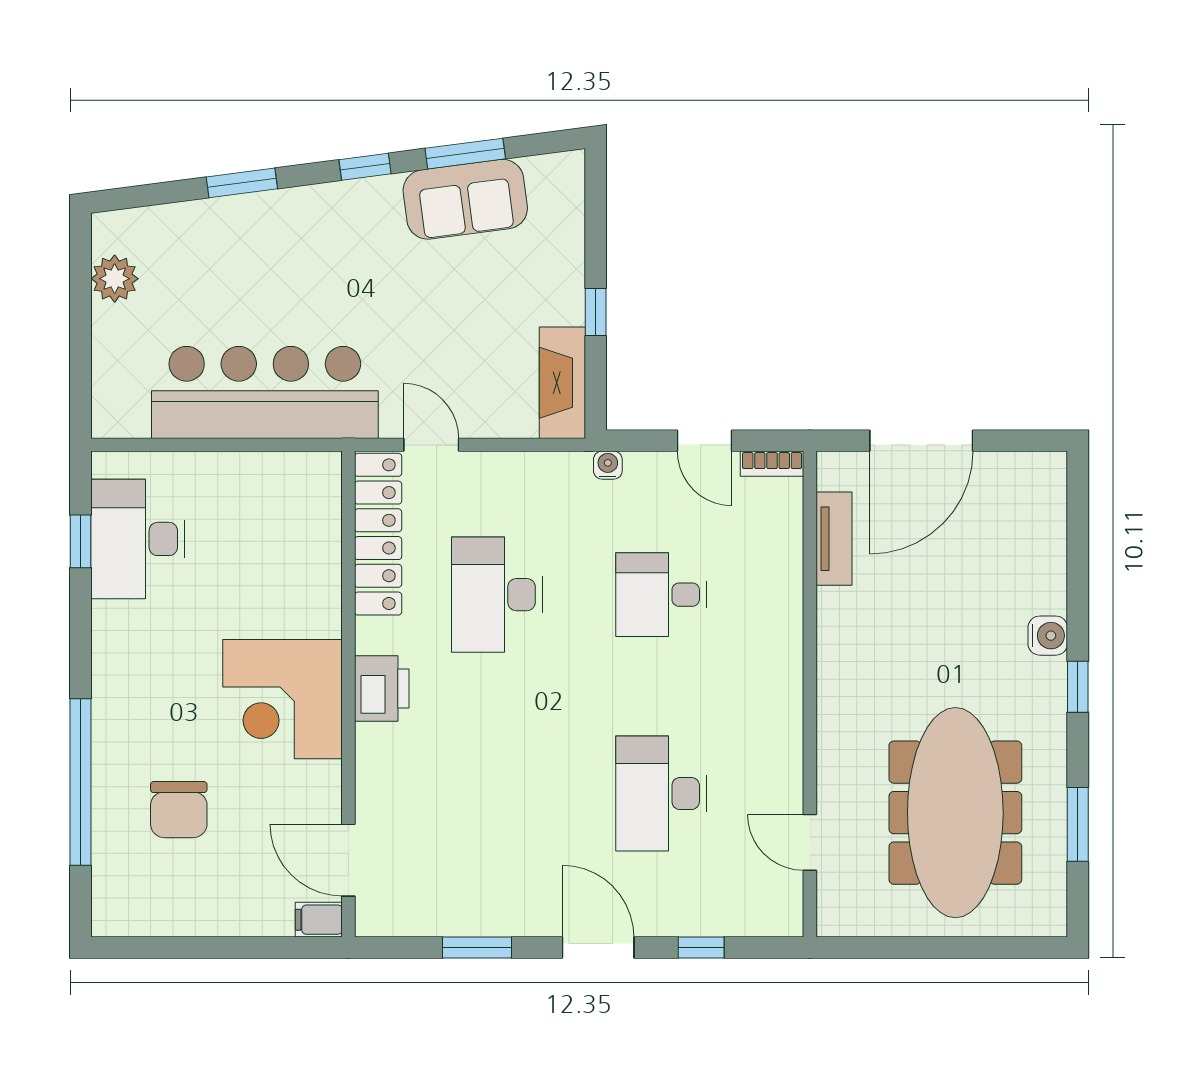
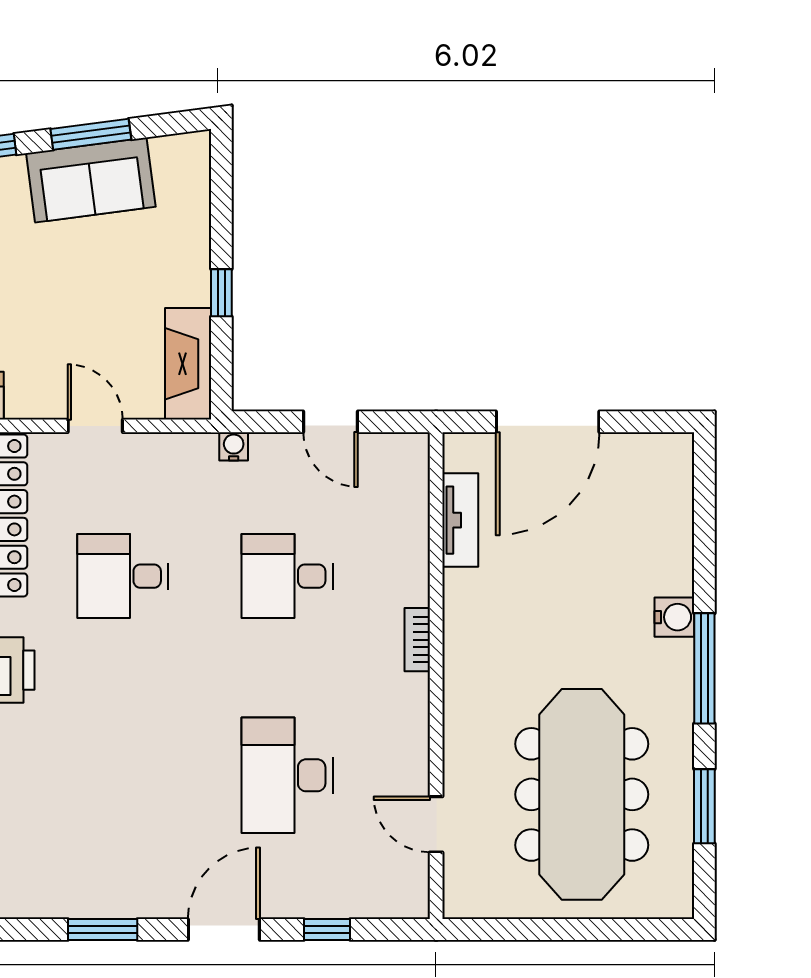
door: (431, 445) -> (95, 426), moved
bookcase: (772, 464) -> (417, 640), moved, turned 90
desk: (497, 595) -> (123, 576), width x0.73
window: (1078, 687) -> (704, 668), width x2.17
door: (598, 947) -> (224, 930), hinge flipped

